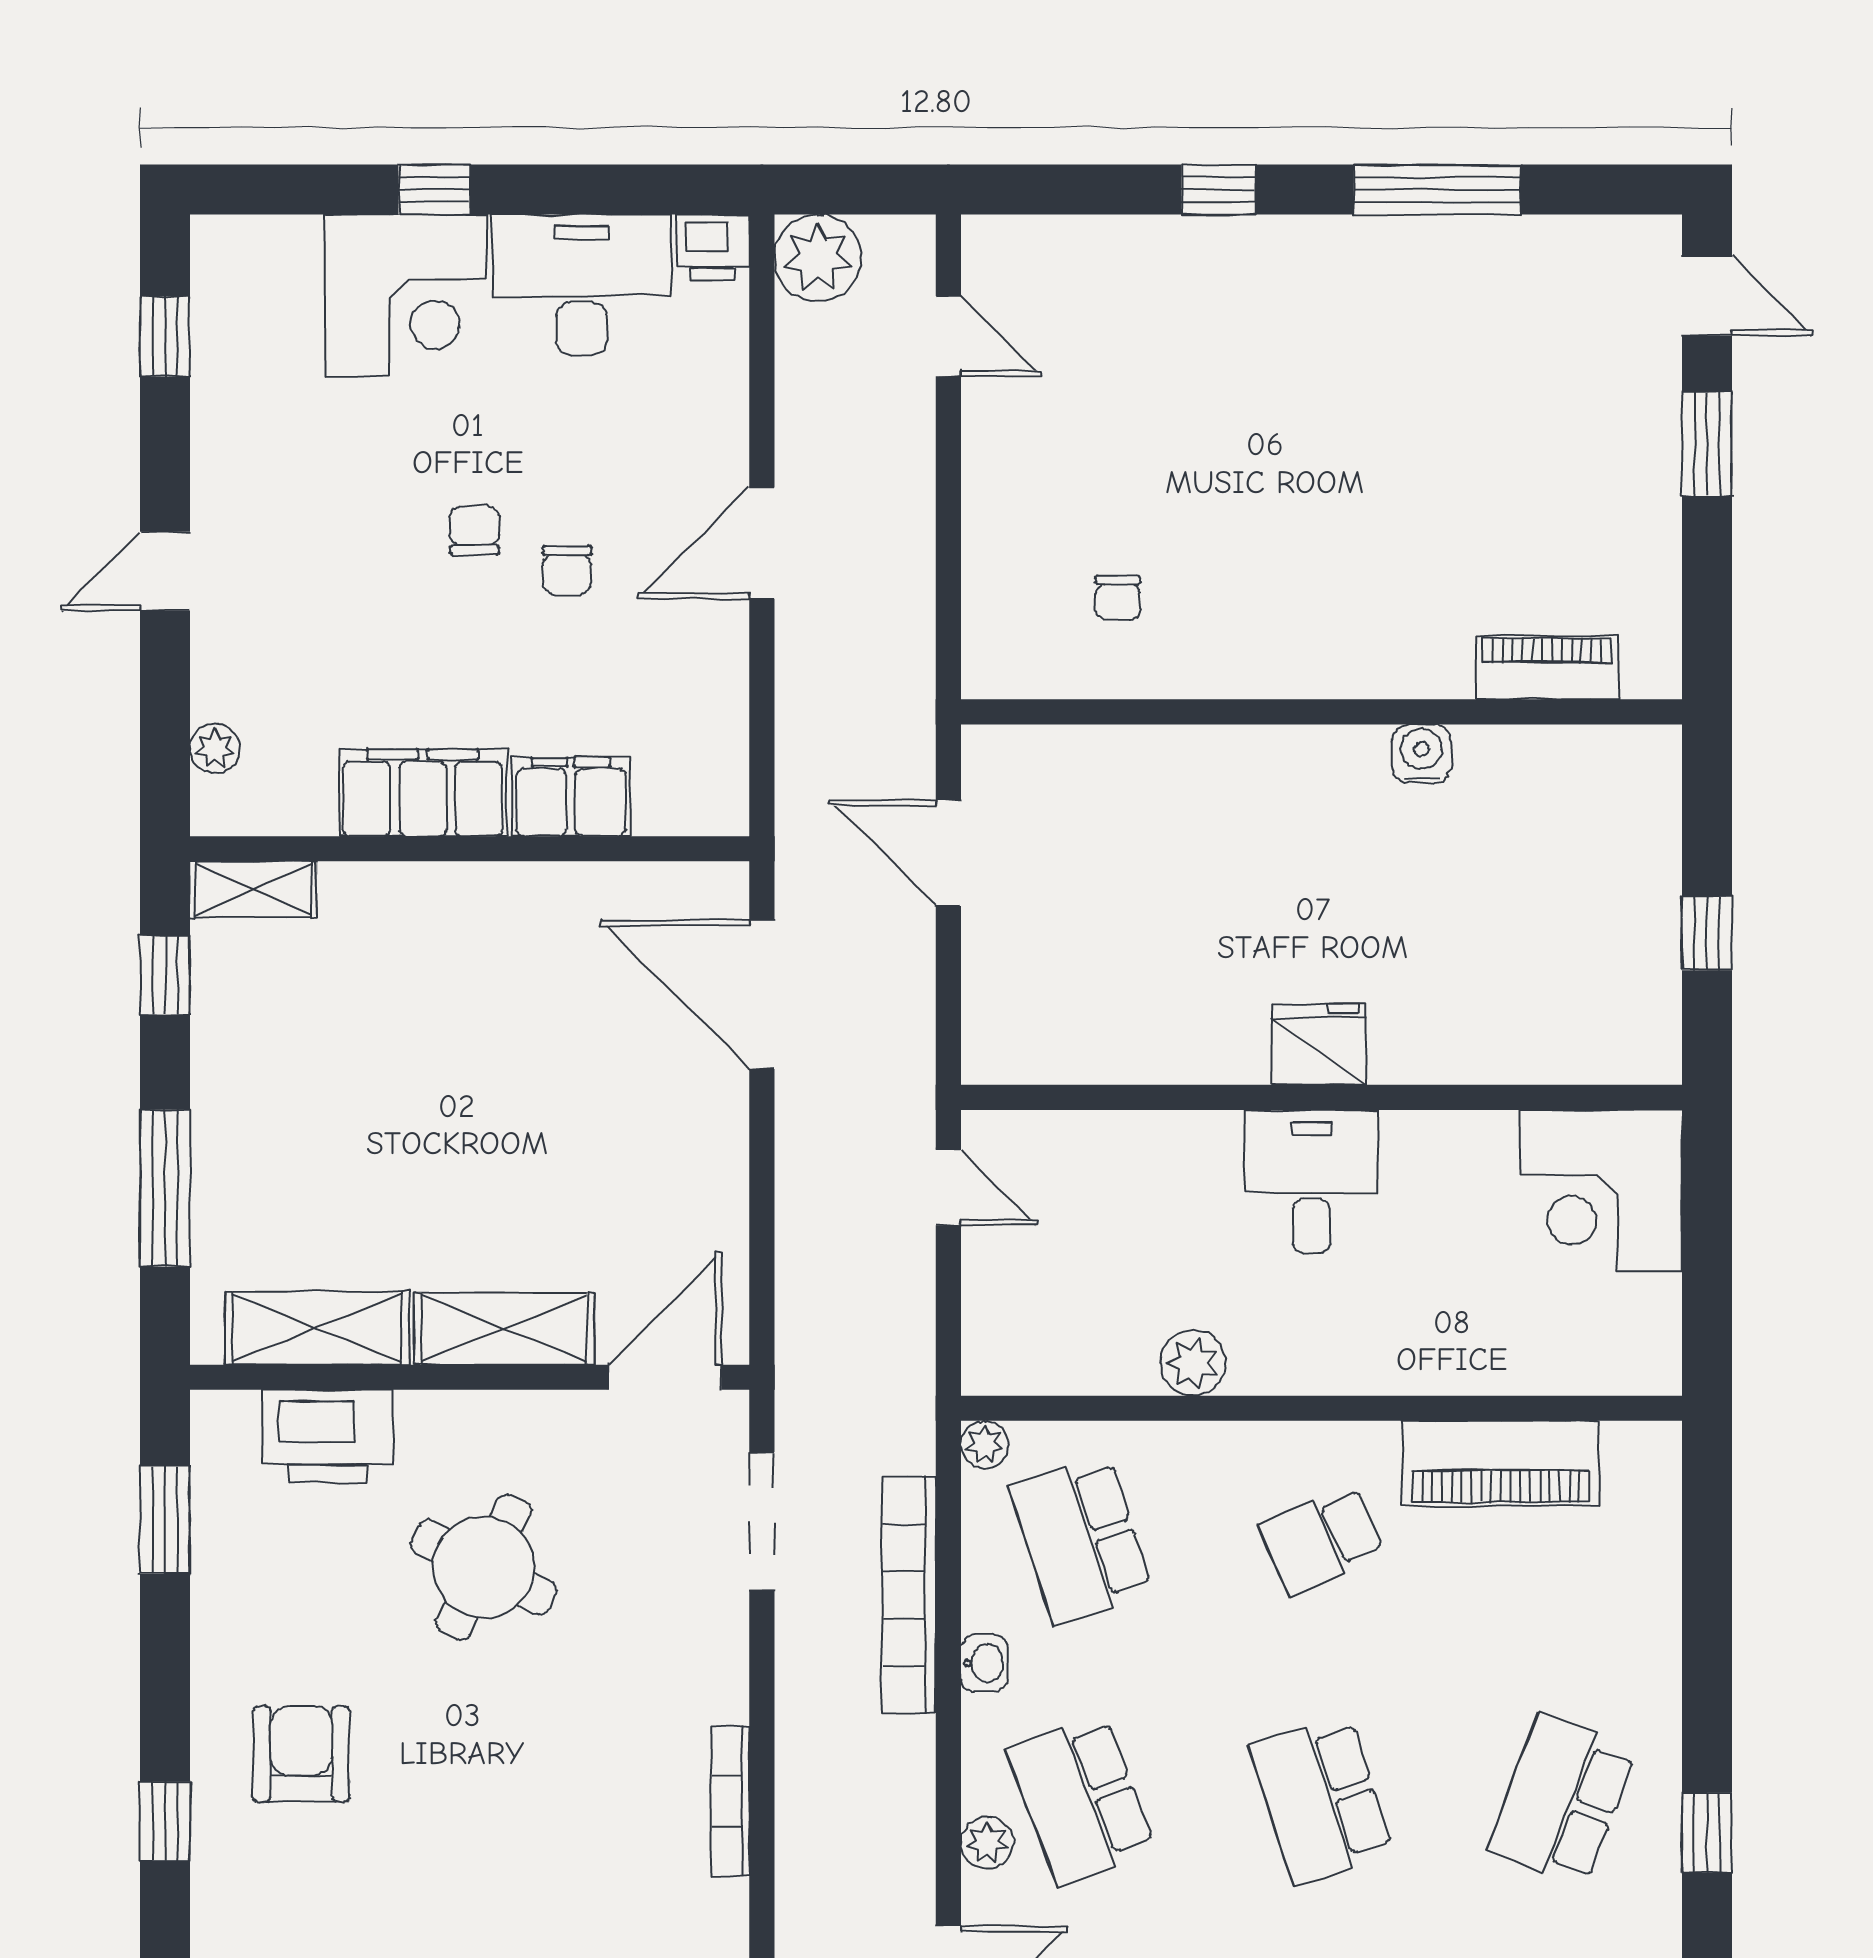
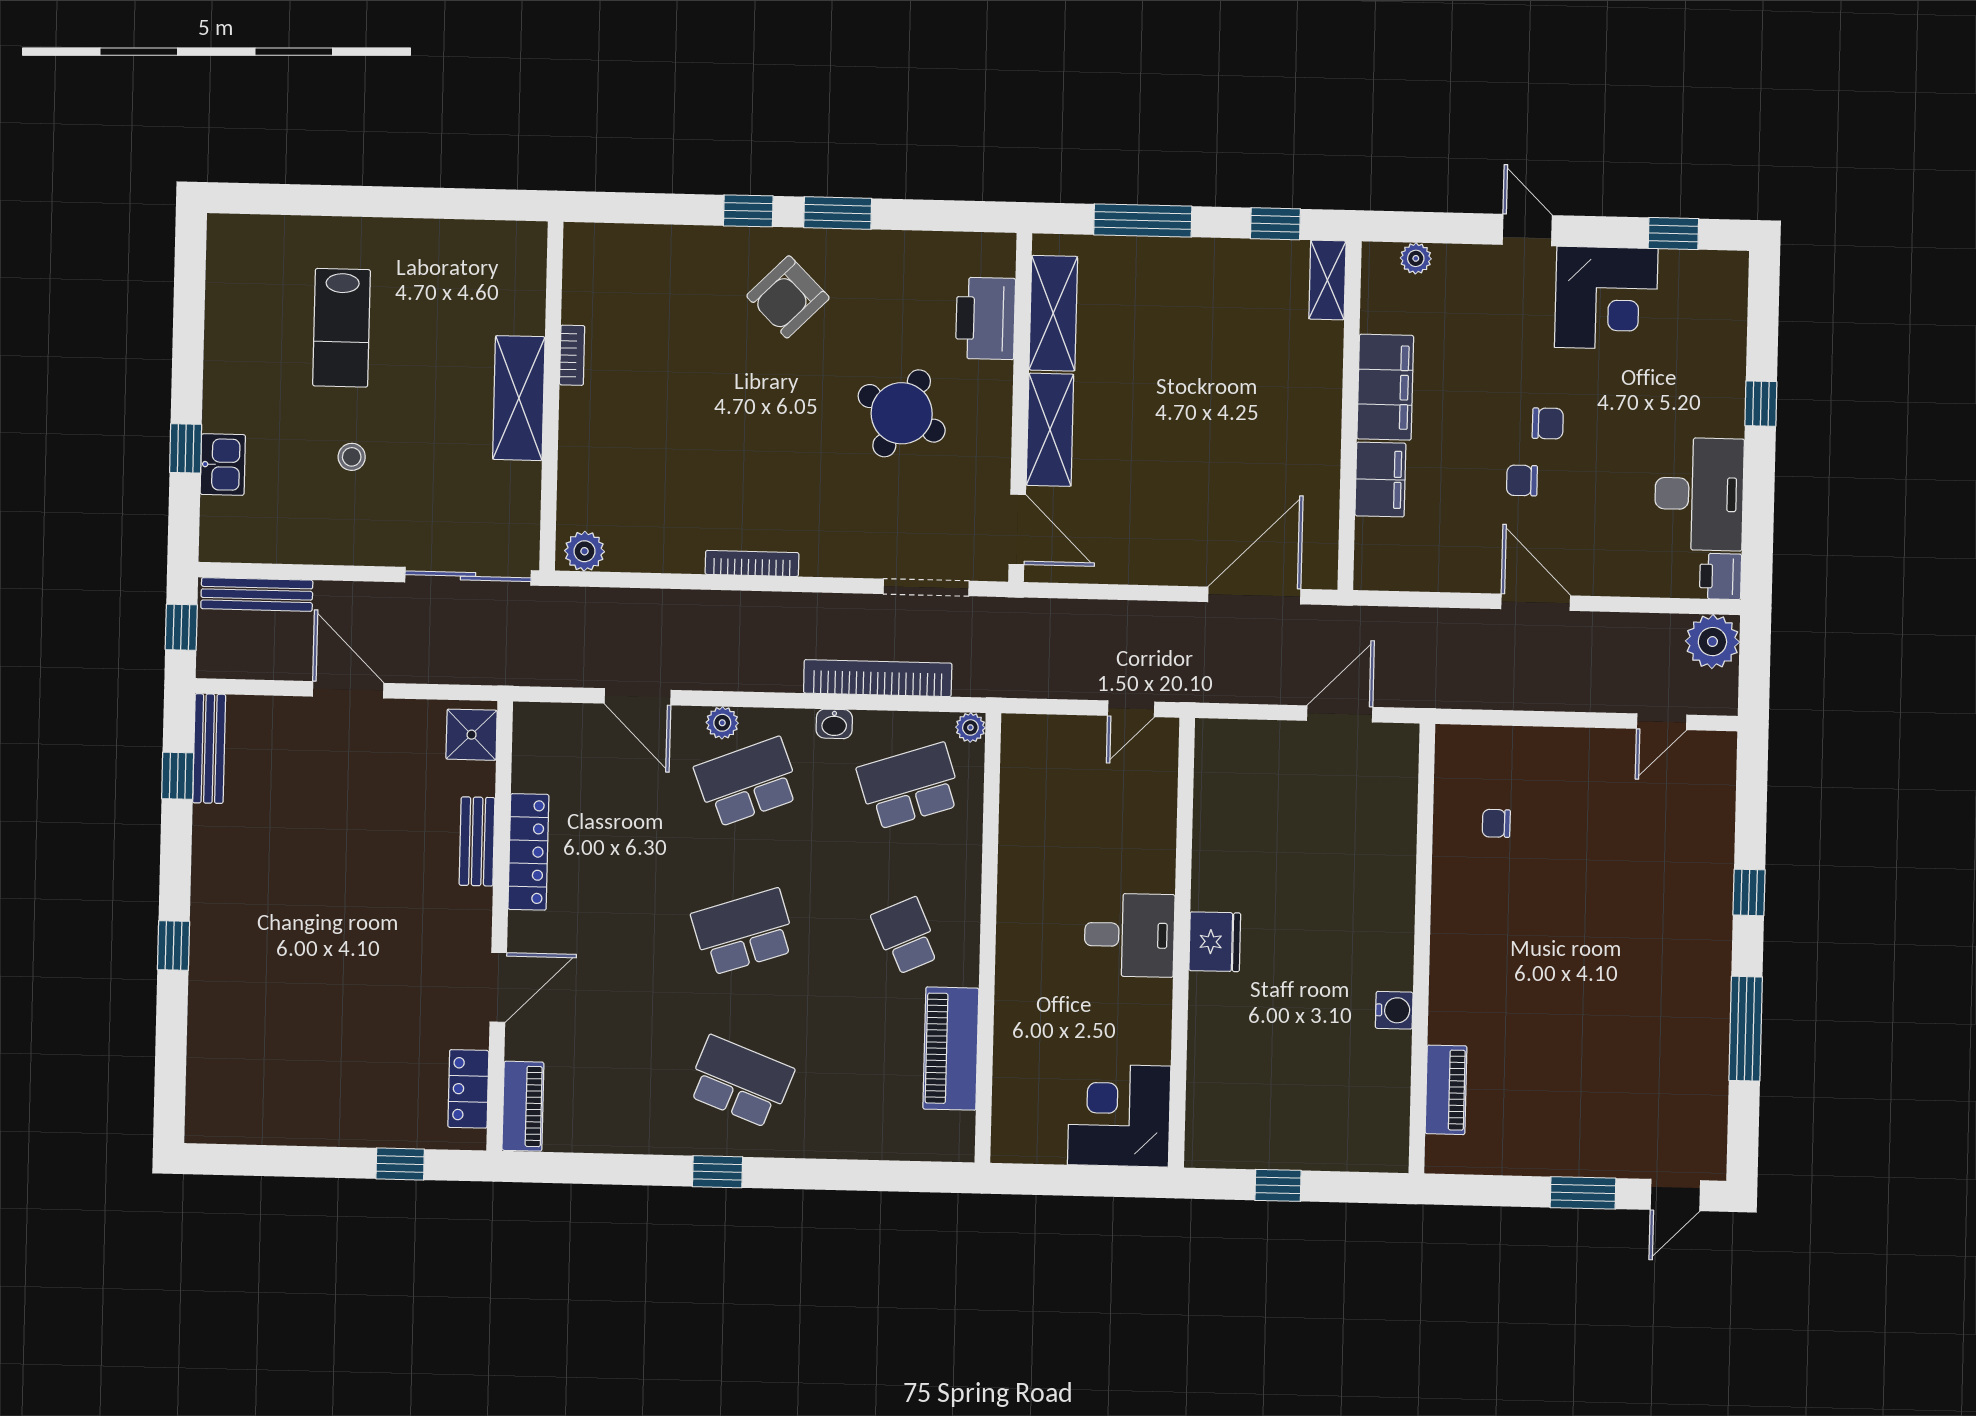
corner desk: (406, 296) -> (1606, 298), moved, turned -90
plant: (1193, 1363) -> (1018, 859), removed
window: (165, 1520) -> (838, 213), moved
armchair: (301, 1754) -> (788, 297), turned 135

